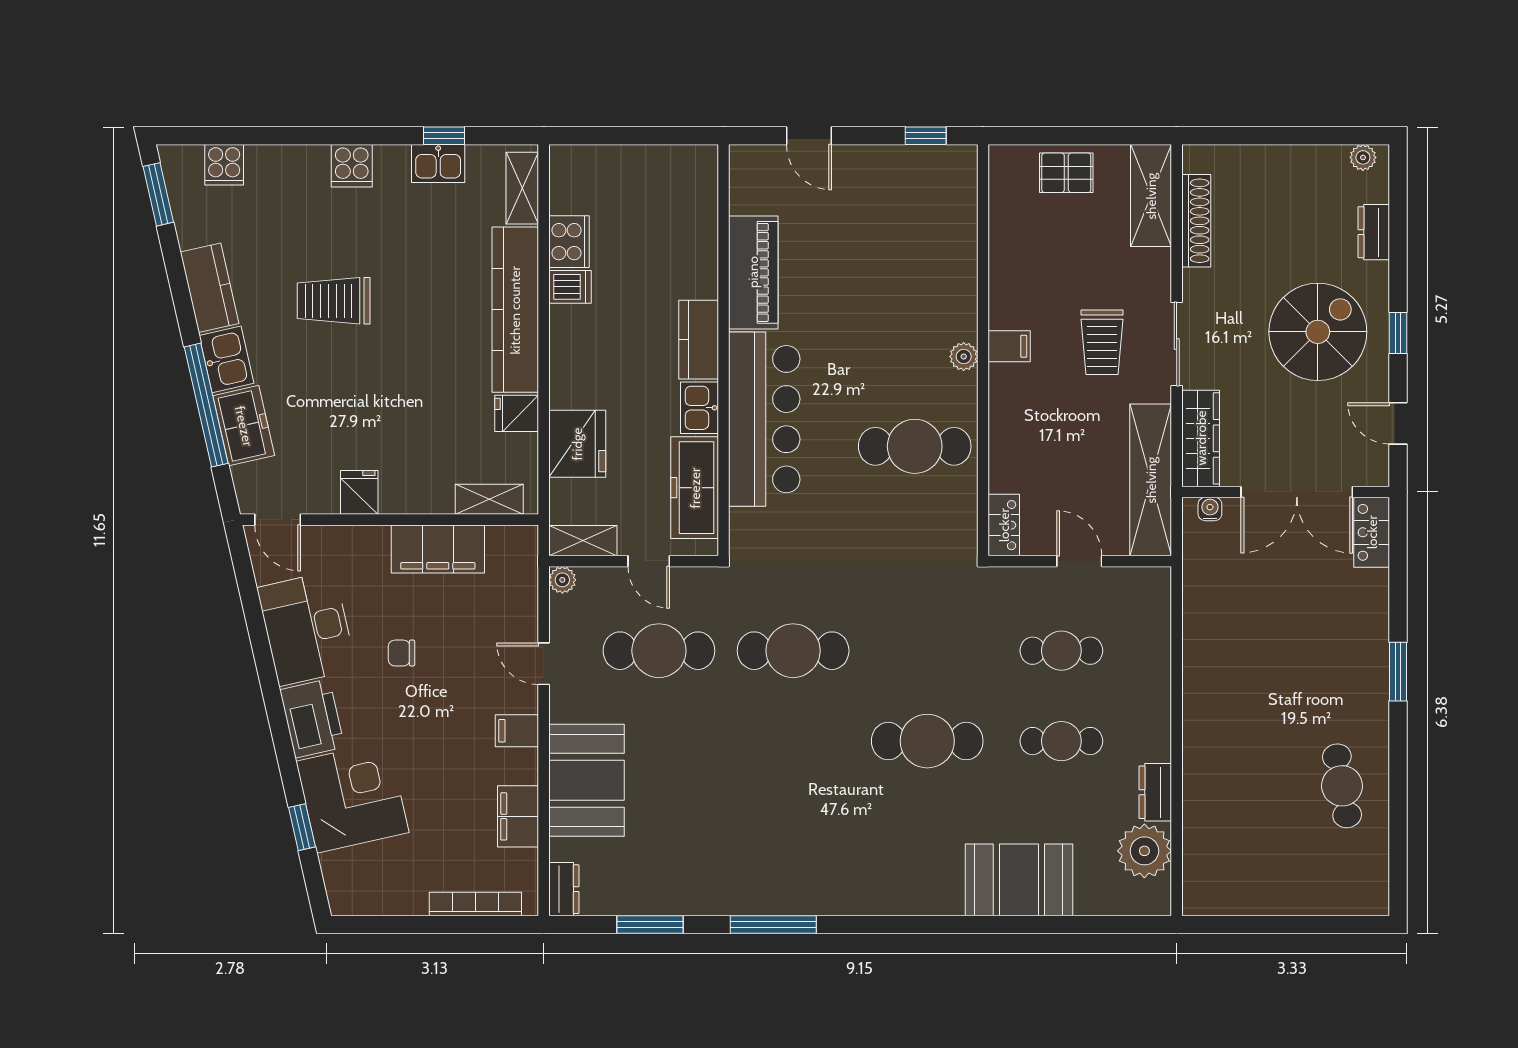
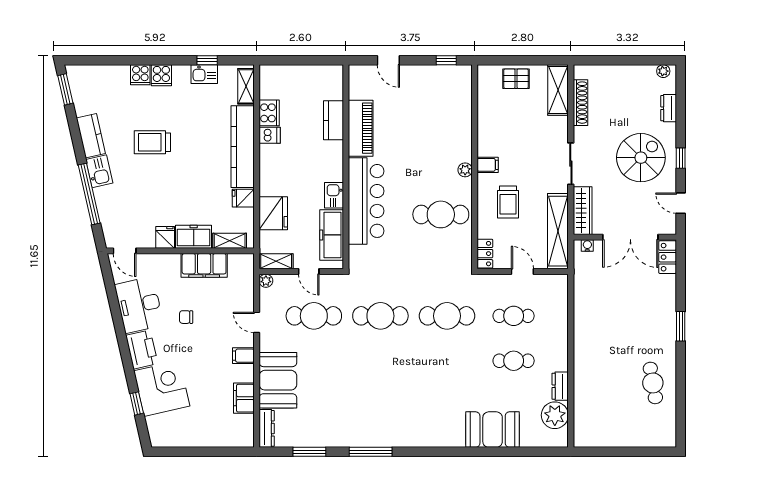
cooker: (224, 165) -> (140, 75), moved
kitchen counter: (699, 340) -> (334, 120), moved
trolley: (1102, 342) -> (508, 202), moved
freezer: (244, 426) -> (194, 237), moved, turned -77
cafe table: (927, 741) -> (447, 316), moved
dresser: (564, 889) -> (267, 428), width x1.44
bookcase: (475, 904) -> (223, 442), removed

